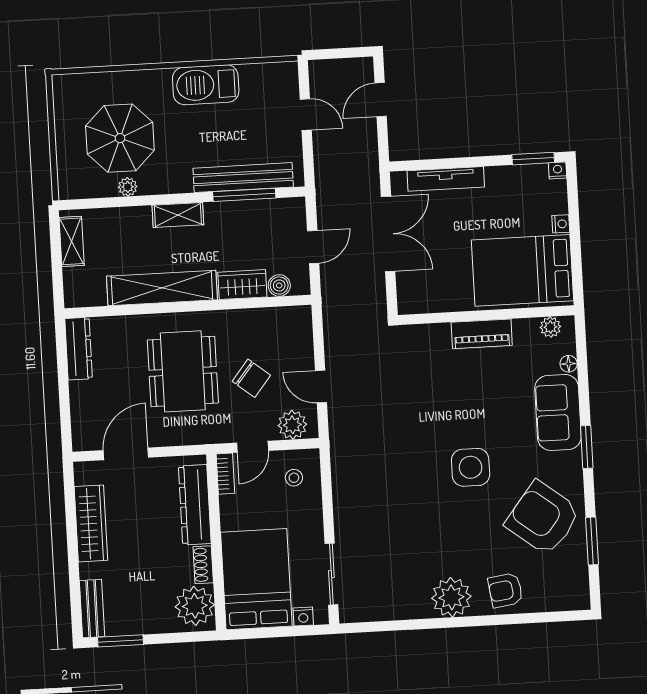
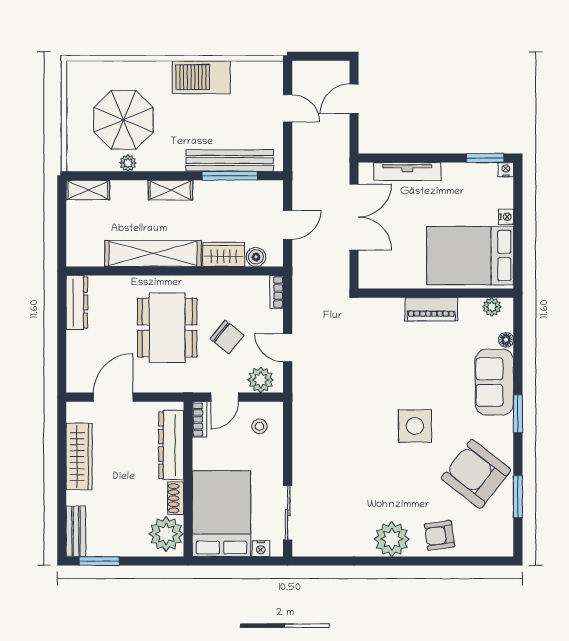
shelving: (72, 241) -> (88, 190), moved, turned 90
bookcase: (305, 324) -> (277, 292), added

